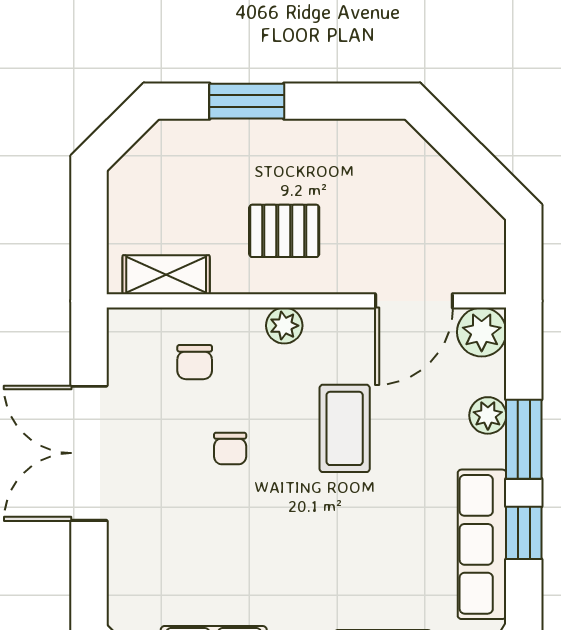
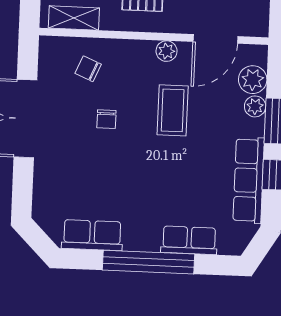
plant: (284, 326) -> (167, 51), moved
plant: (482, 332) -> (253, 80), moved
chair: (195, 362) -> (88, 69), turned 113

